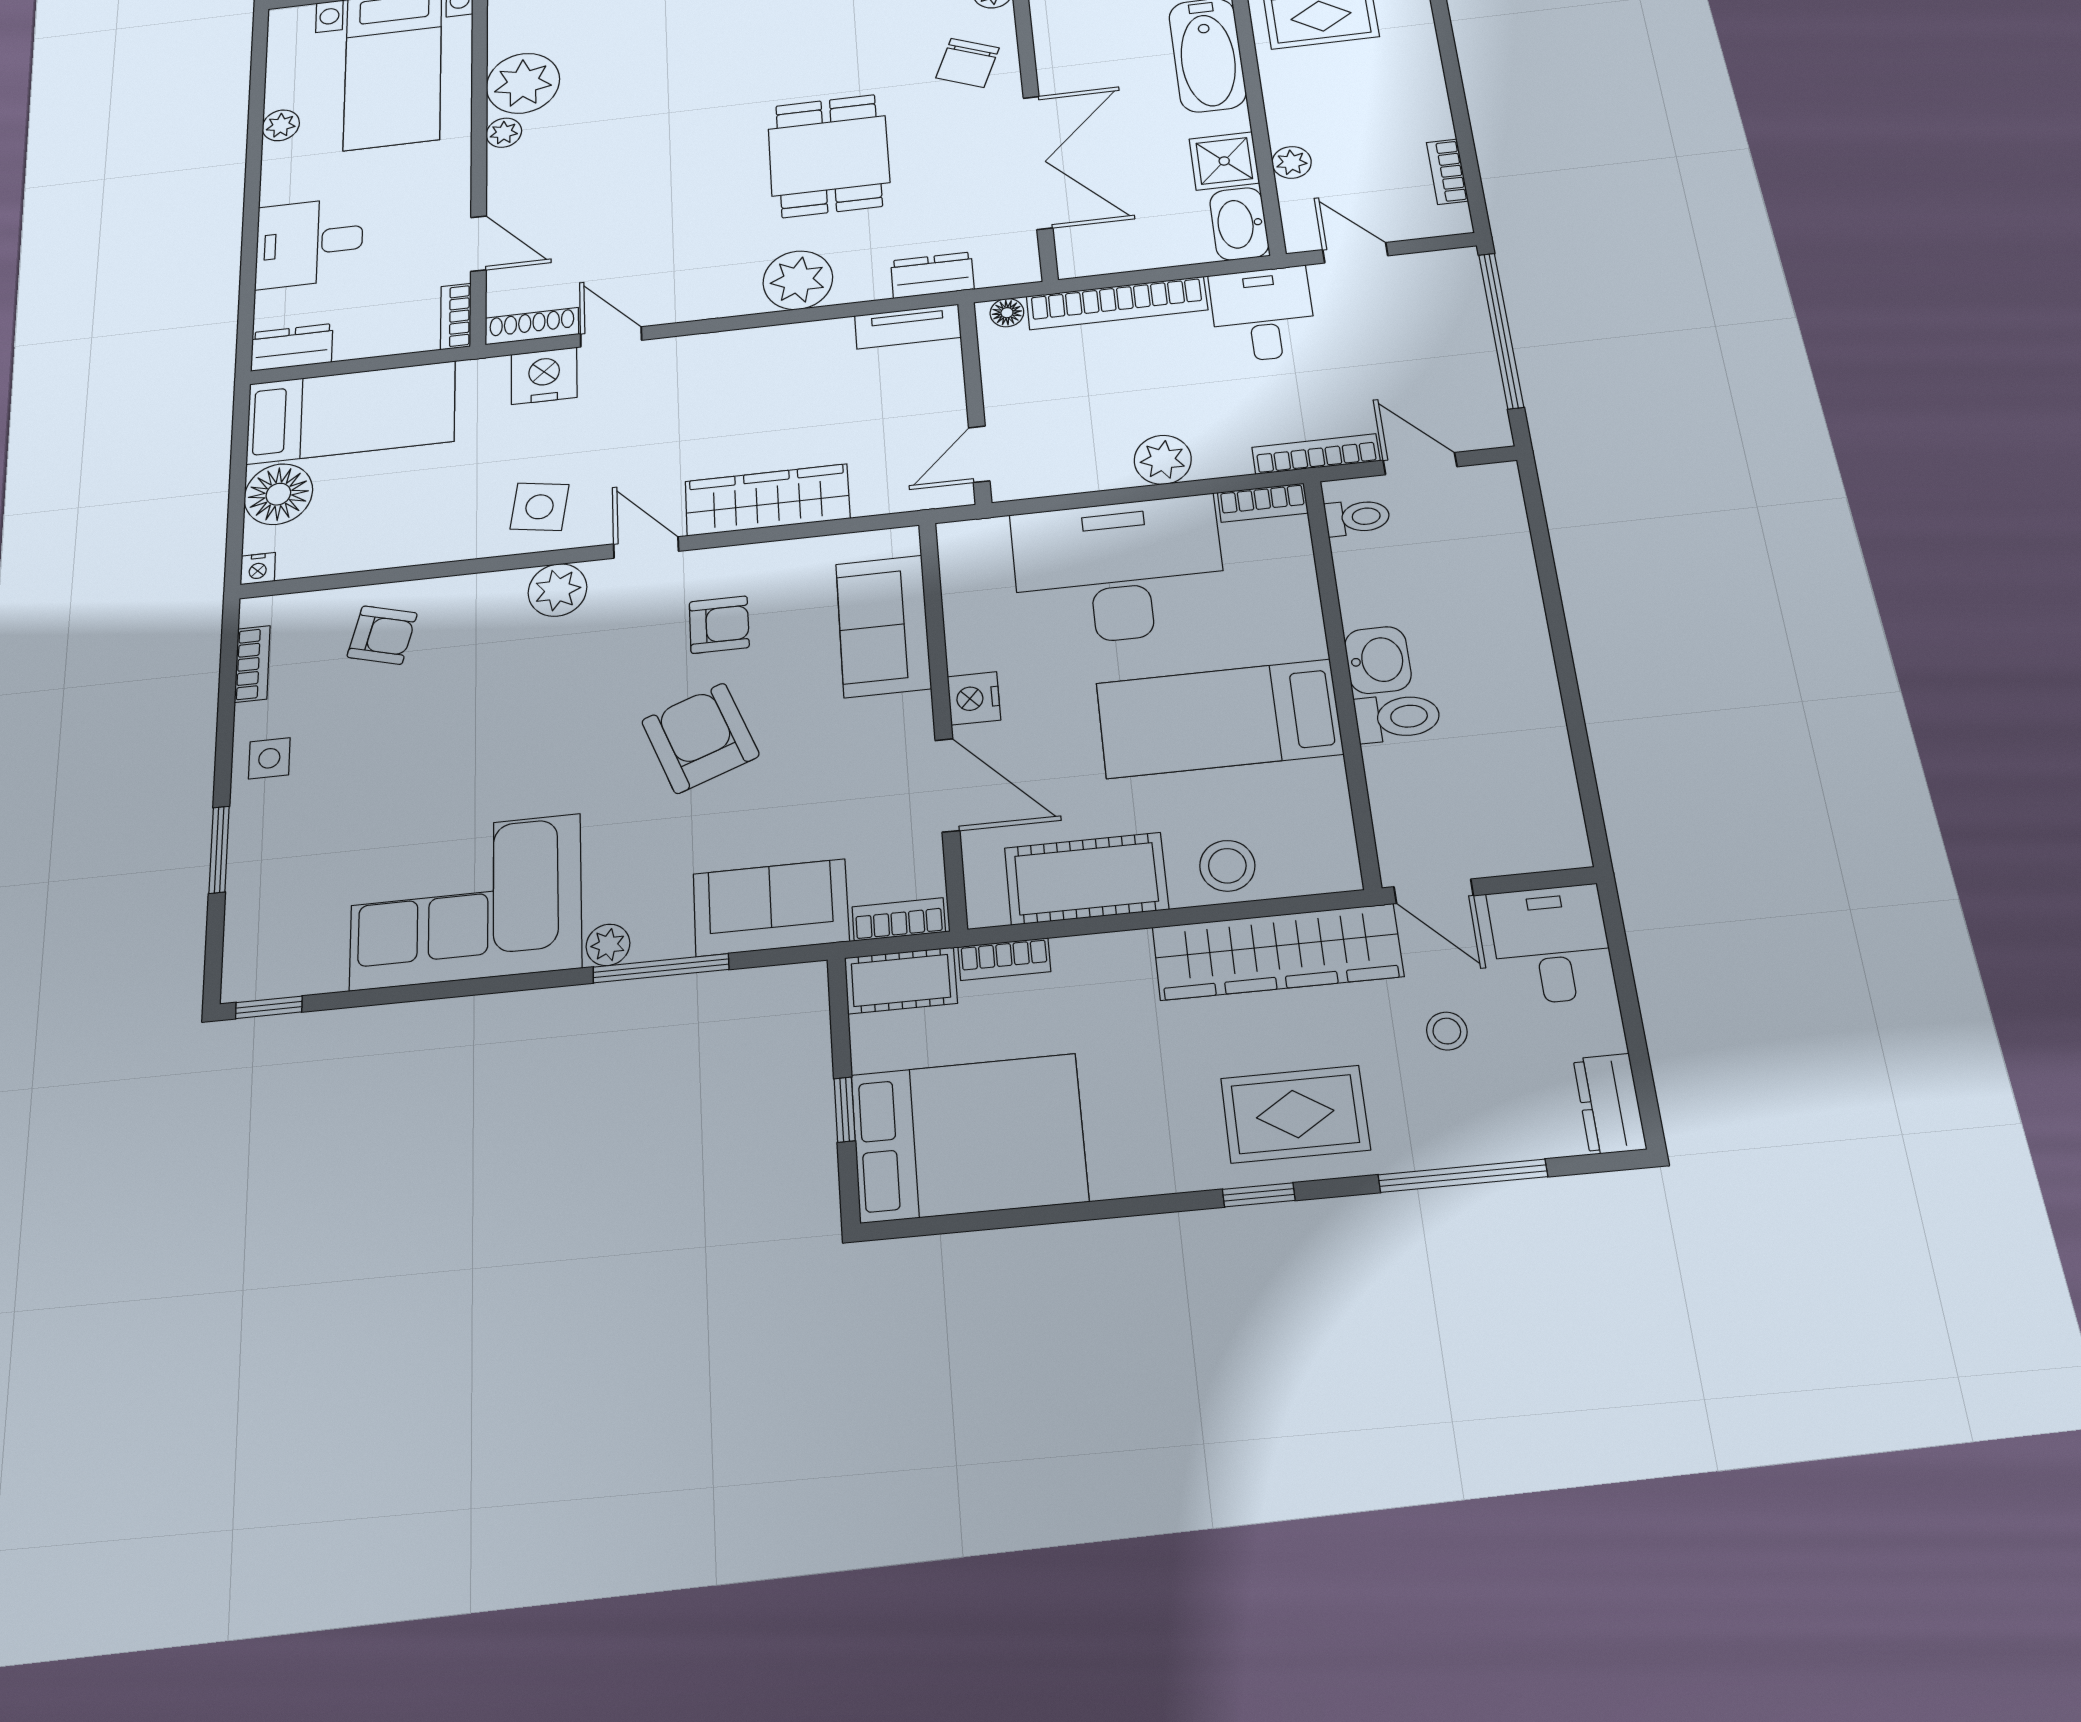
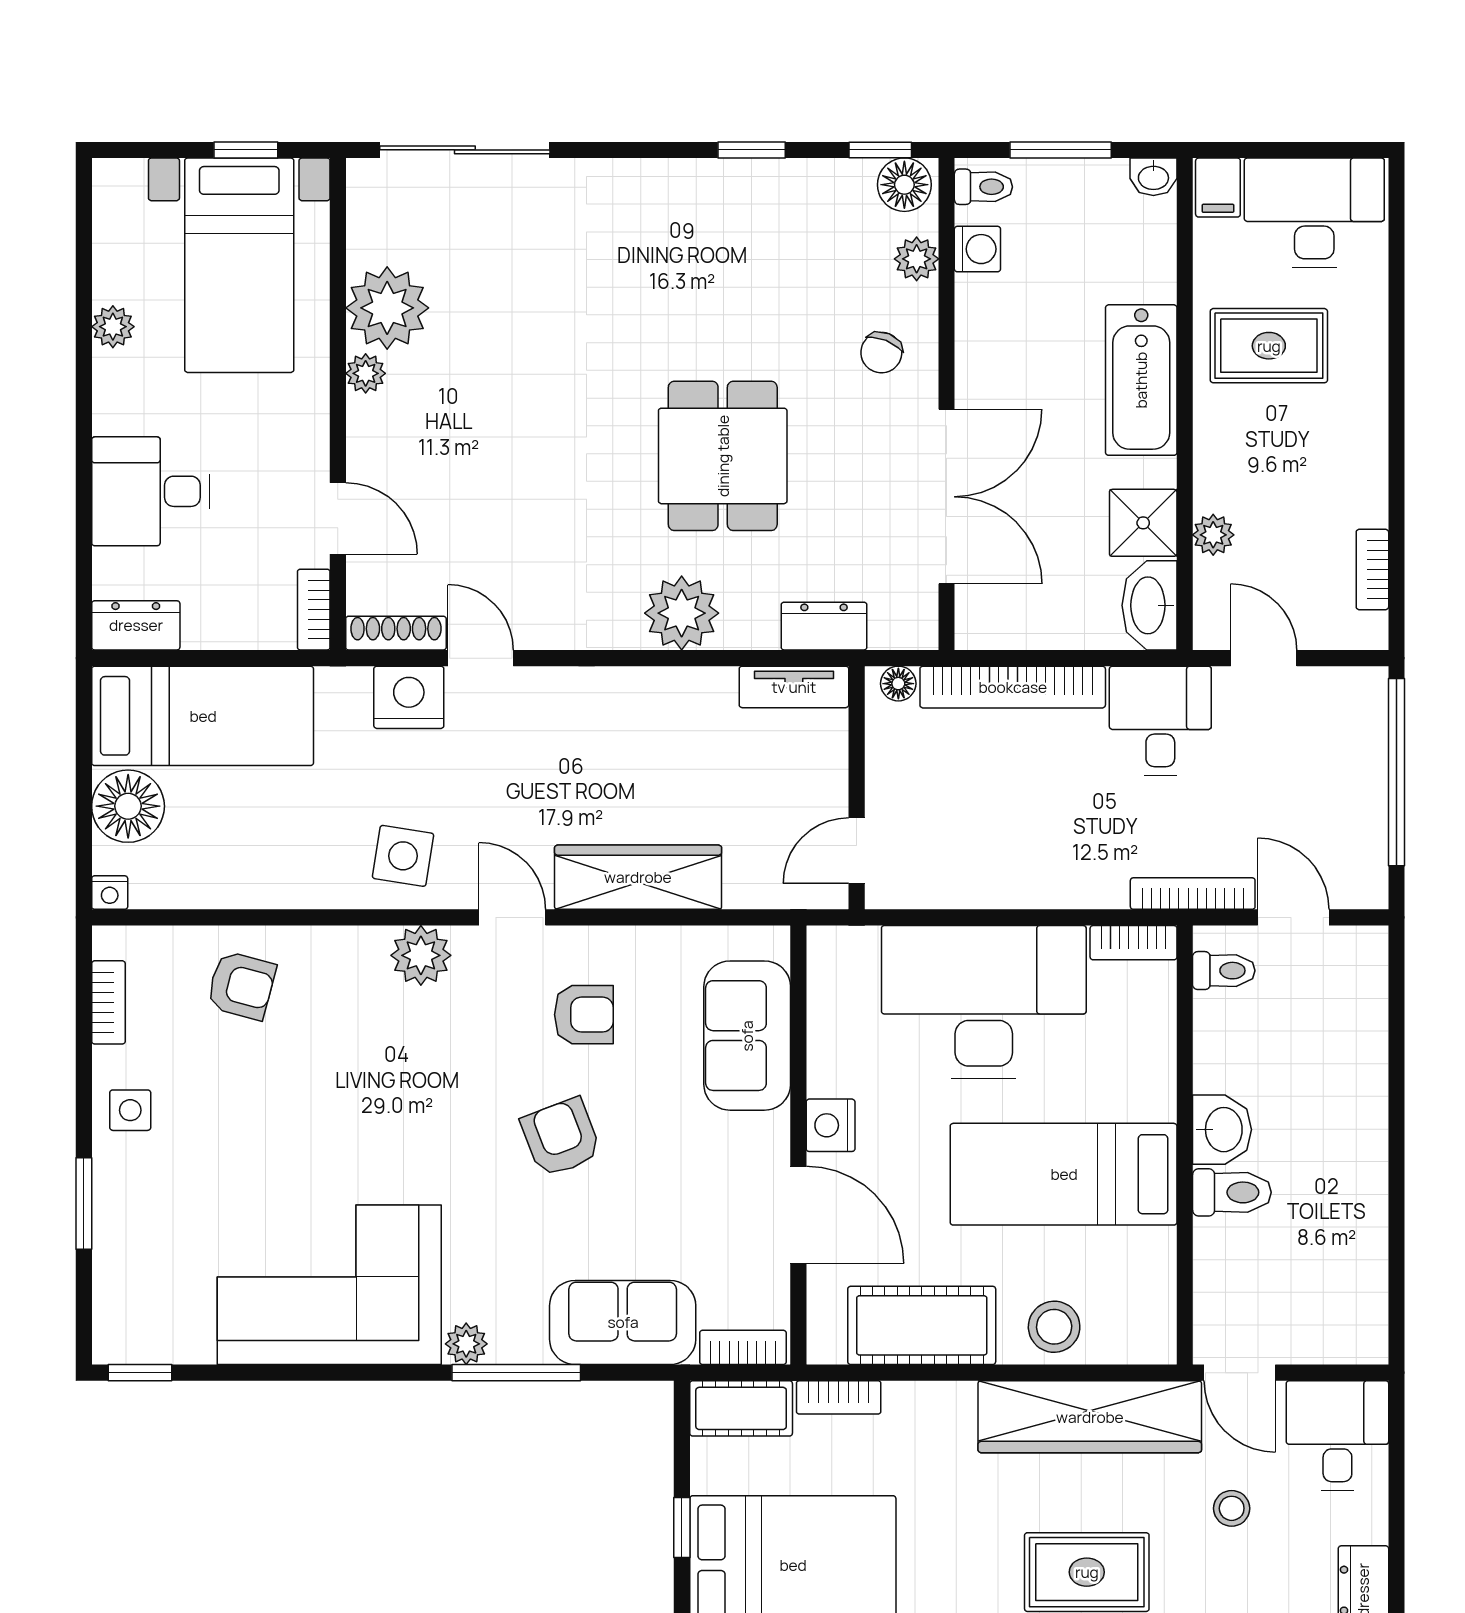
chair: (967, 63) -> (881, 353), width x0.73, depth x0.73
plant: (1163, 460) -> (1040, 881), removed
armchair: (700, 738) -> (561, 1137), width x0.72, depth x0.72

